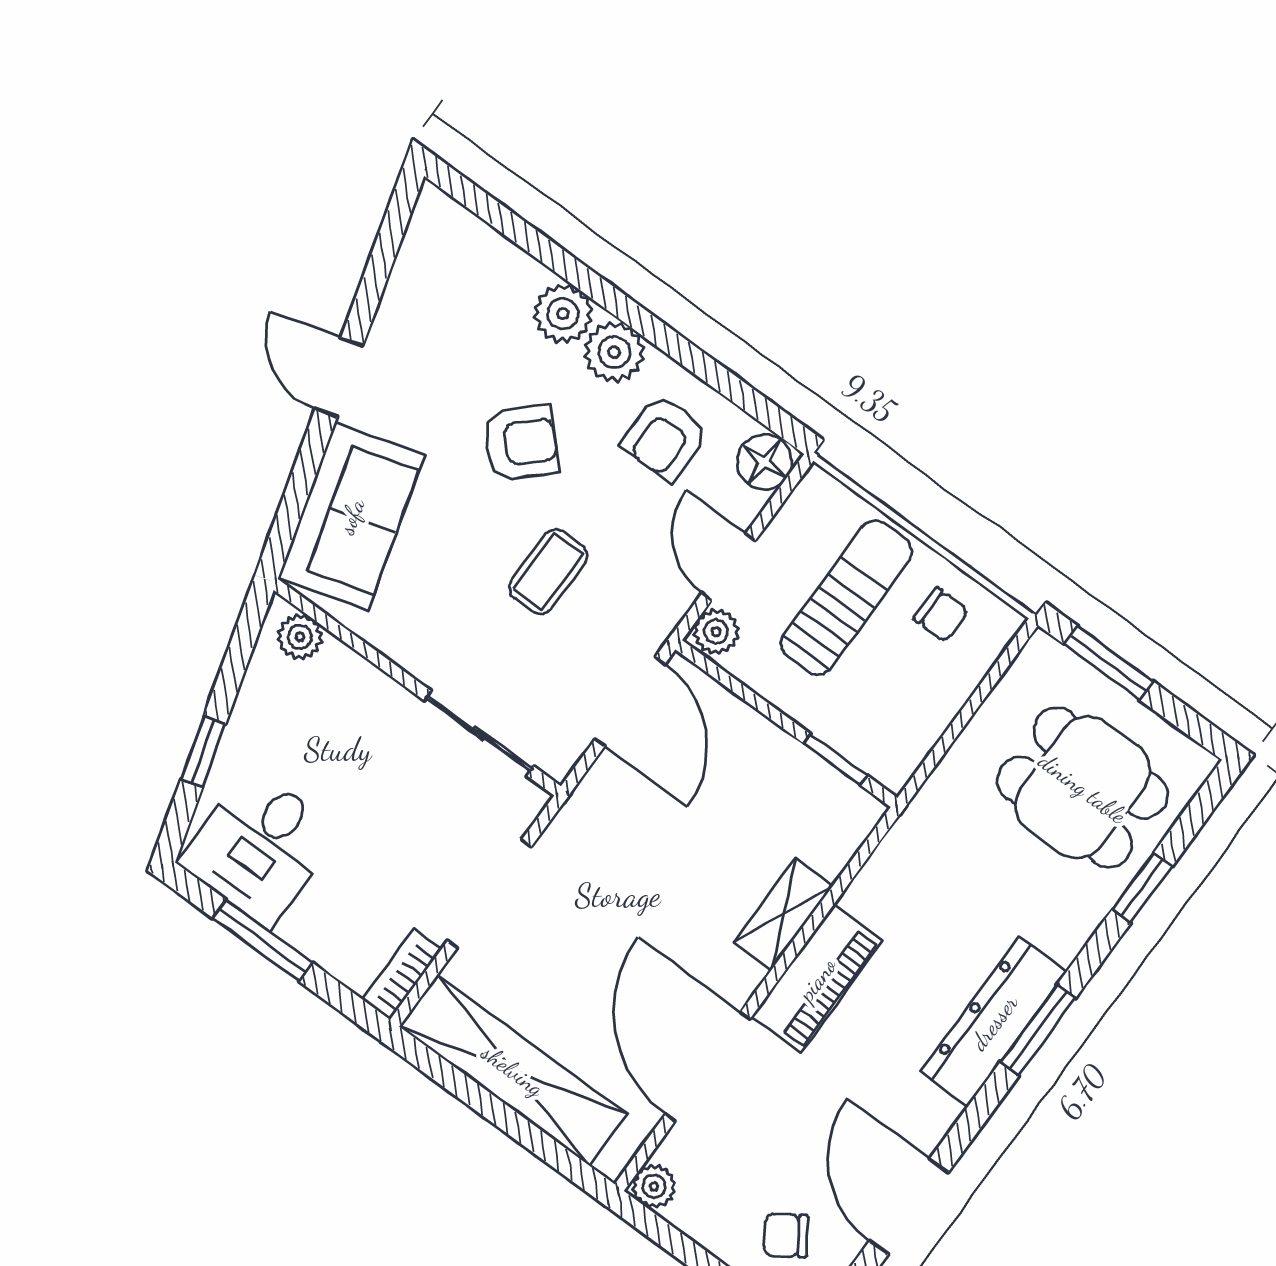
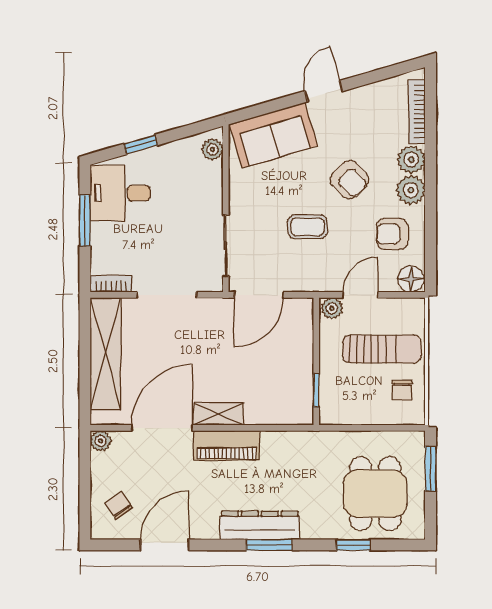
bookcase: (489, 245) -> (417, 112), added
door: (630, 701) -> (259, 295), moved
shelving: (783, 914) -> (219, 414), moved

